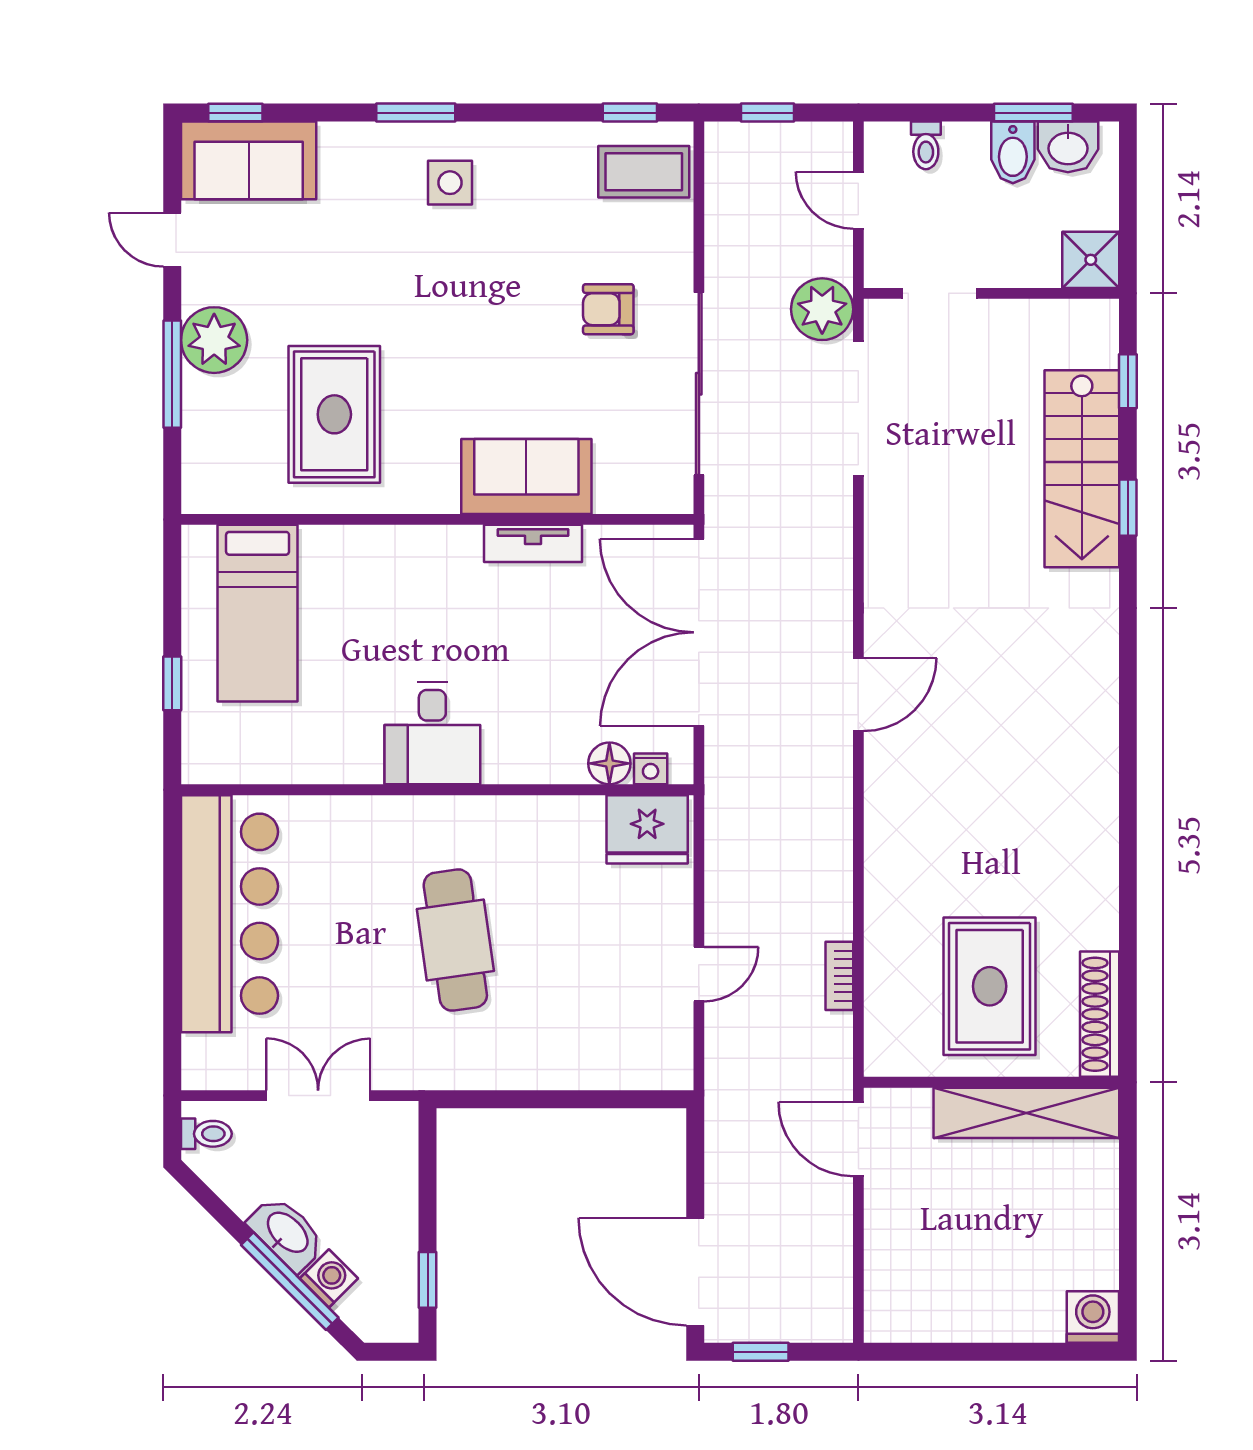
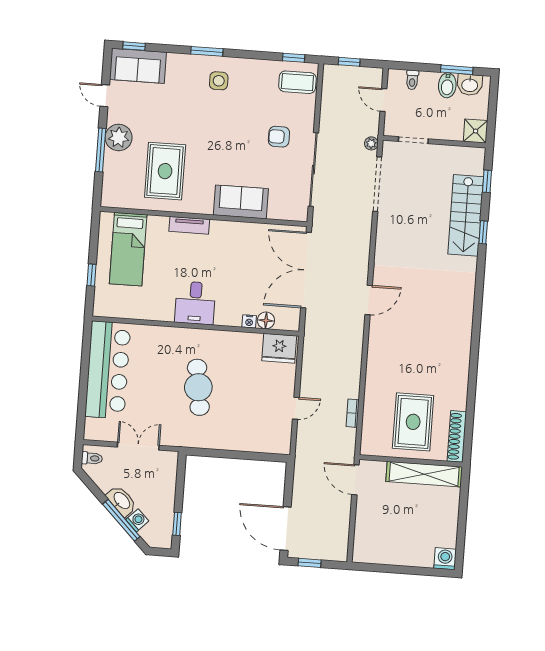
plant: (822, 309) -> (371, 143), width x0.53, depth x0.53
tv unit: (533, 543) -> (189, 225), moved
nightstand: (651, 769) -> (249, 321), moved

